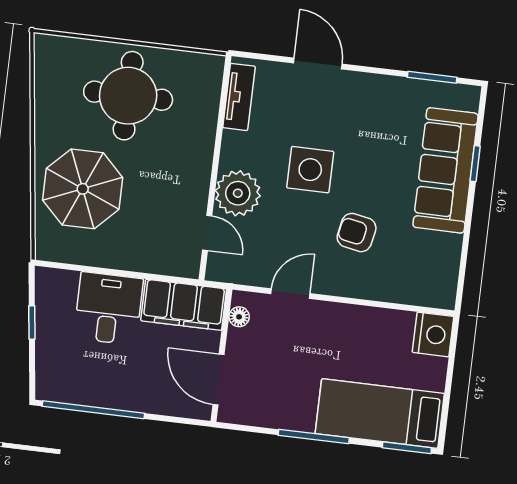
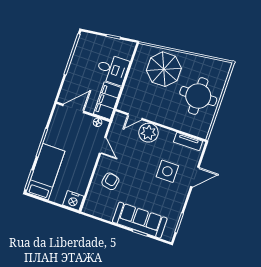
side table: (310, 170) -> (167, 171), moved
armchair: (357, 233) -> (110, 181), moved

